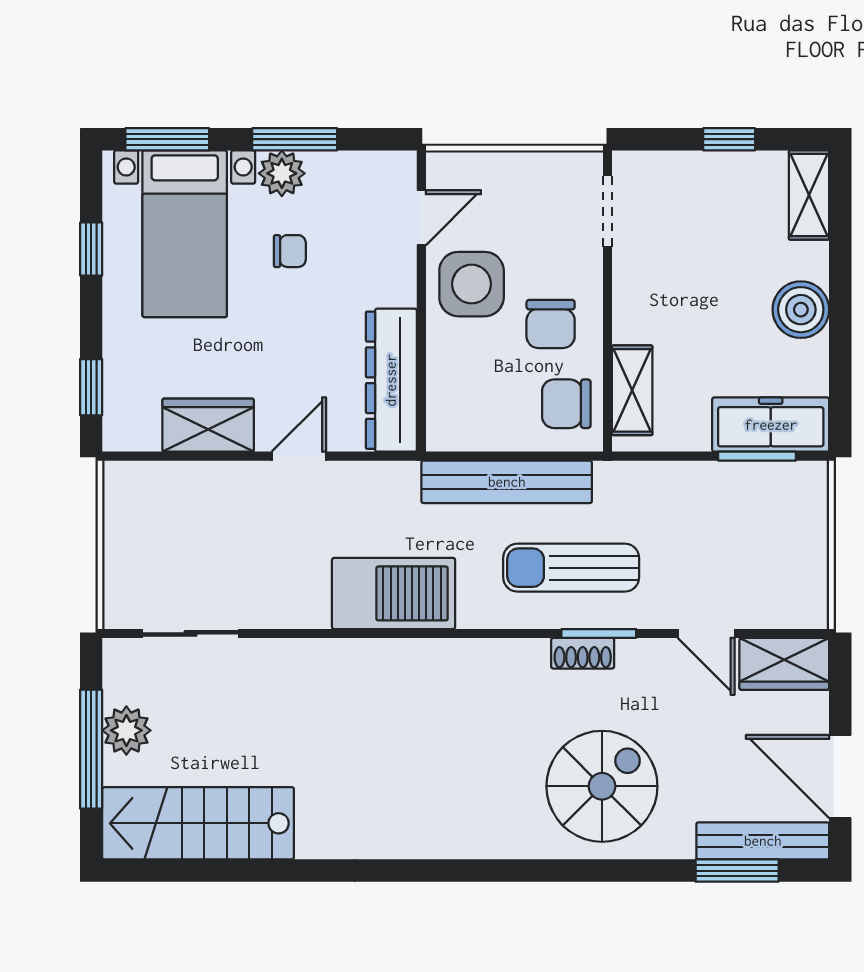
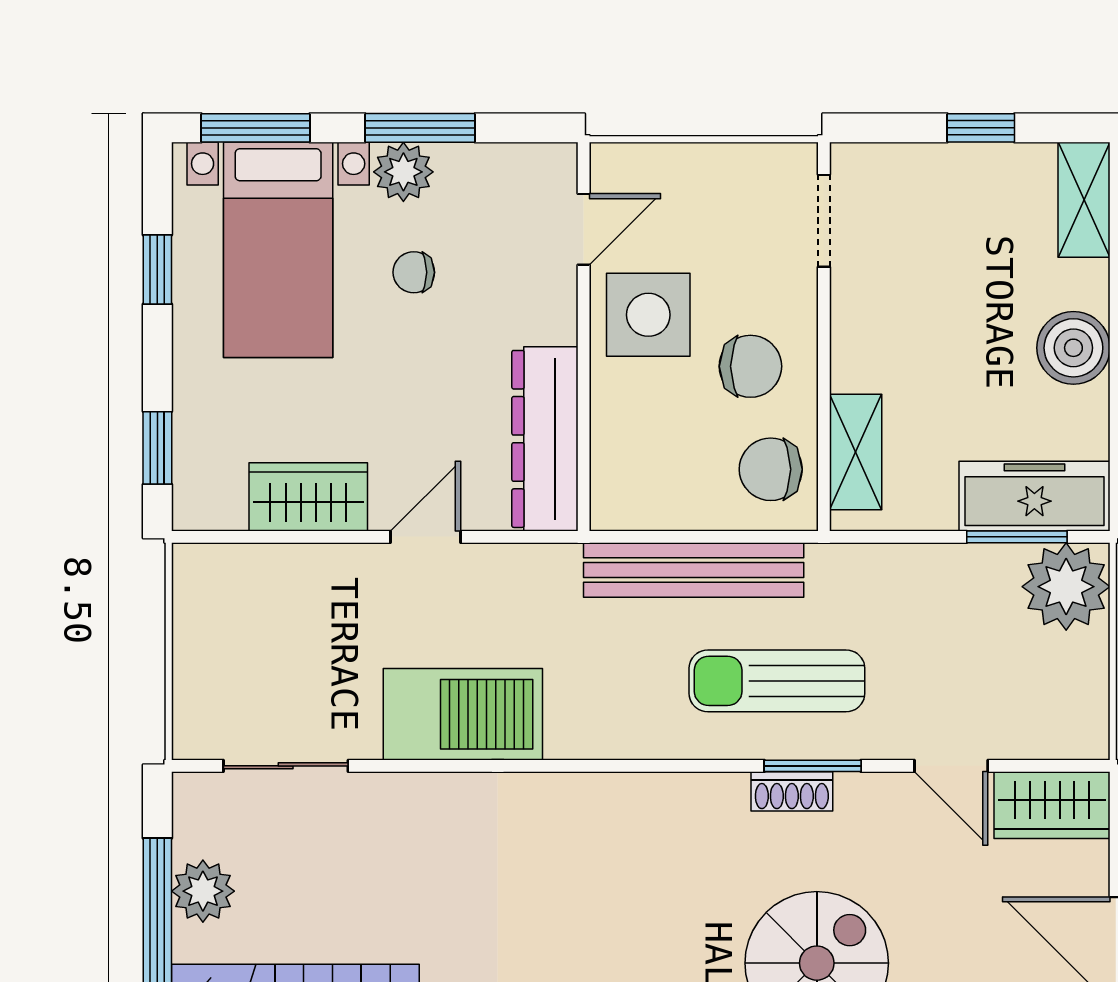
chair: (290, 251) -> (414, 272), turned 180
chair: (551, 324) -> (750, 366), turned -90
plant: (795, 495) -> (1066, 587), added
barbecue: (394, 593) -> (463, 714), moved

